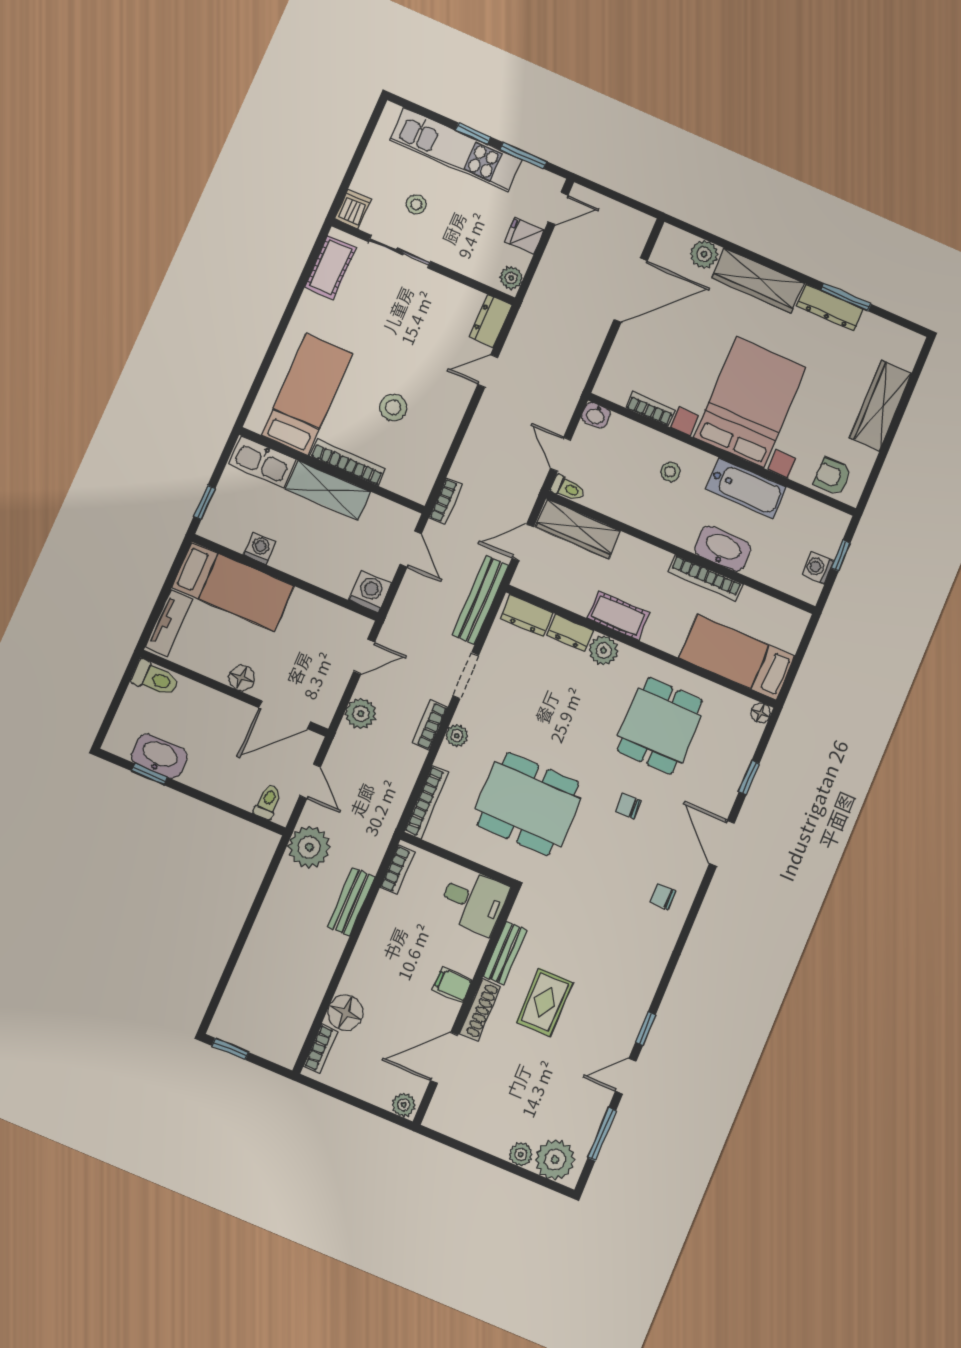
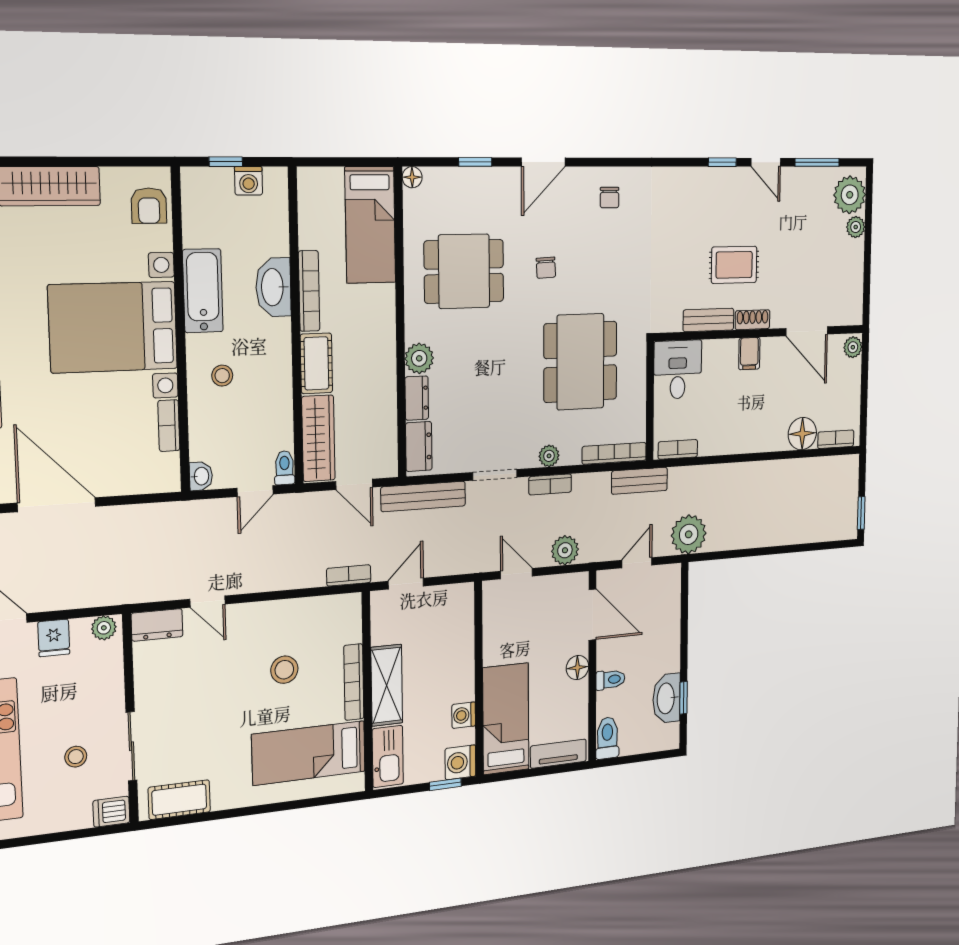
washing machine: (370, 592) -> (460, 762), moved
cot: (618, 615) -> (316, 363), moved
toilet: (268, 802) -> (610, 680), moved, turned 180
bench: (351, 902) -> (639, 481), moved
shoe rack: (480, 1010) -> (752, 320), width x0.70

